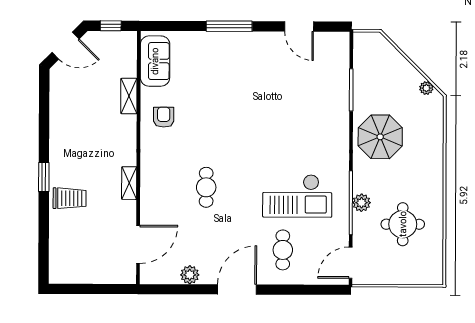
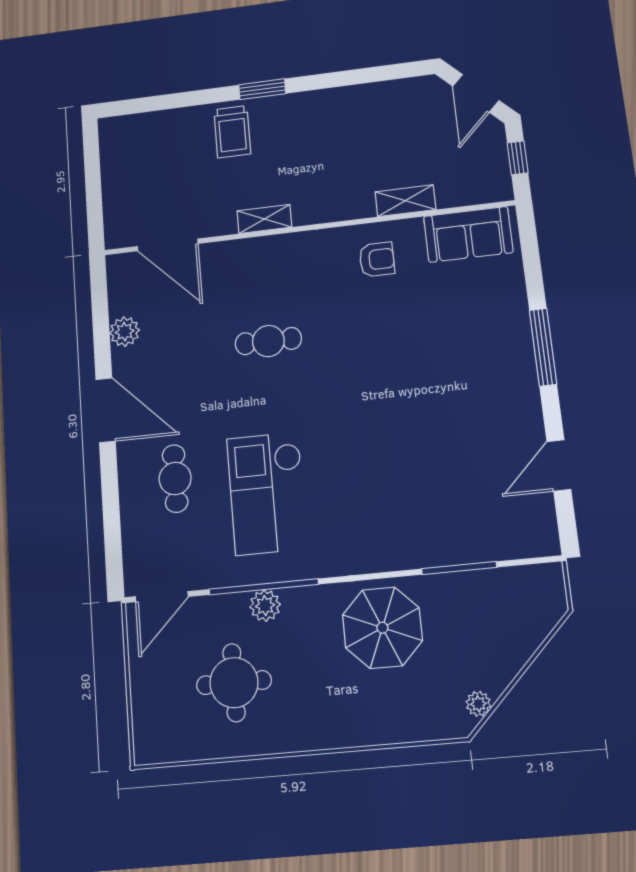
cafe table: (283, 250) -> (175, 479), turned 90
door: (351, 263) -> (162, 597), swing flipped

